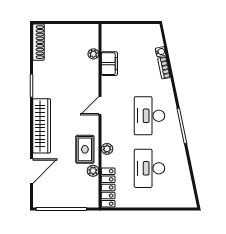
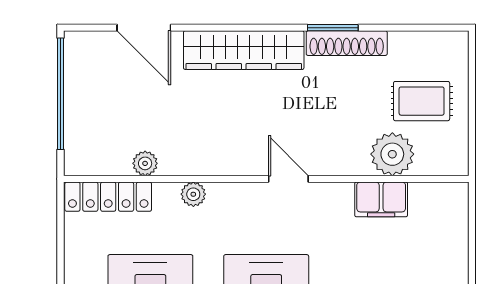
shoe rack: (38, 42) -> (347, 43), moved
plant: (93, 54) -> (392, 154), width x1.88, depth x1.88
rug: (85, 149) -> (422, 101), moved

